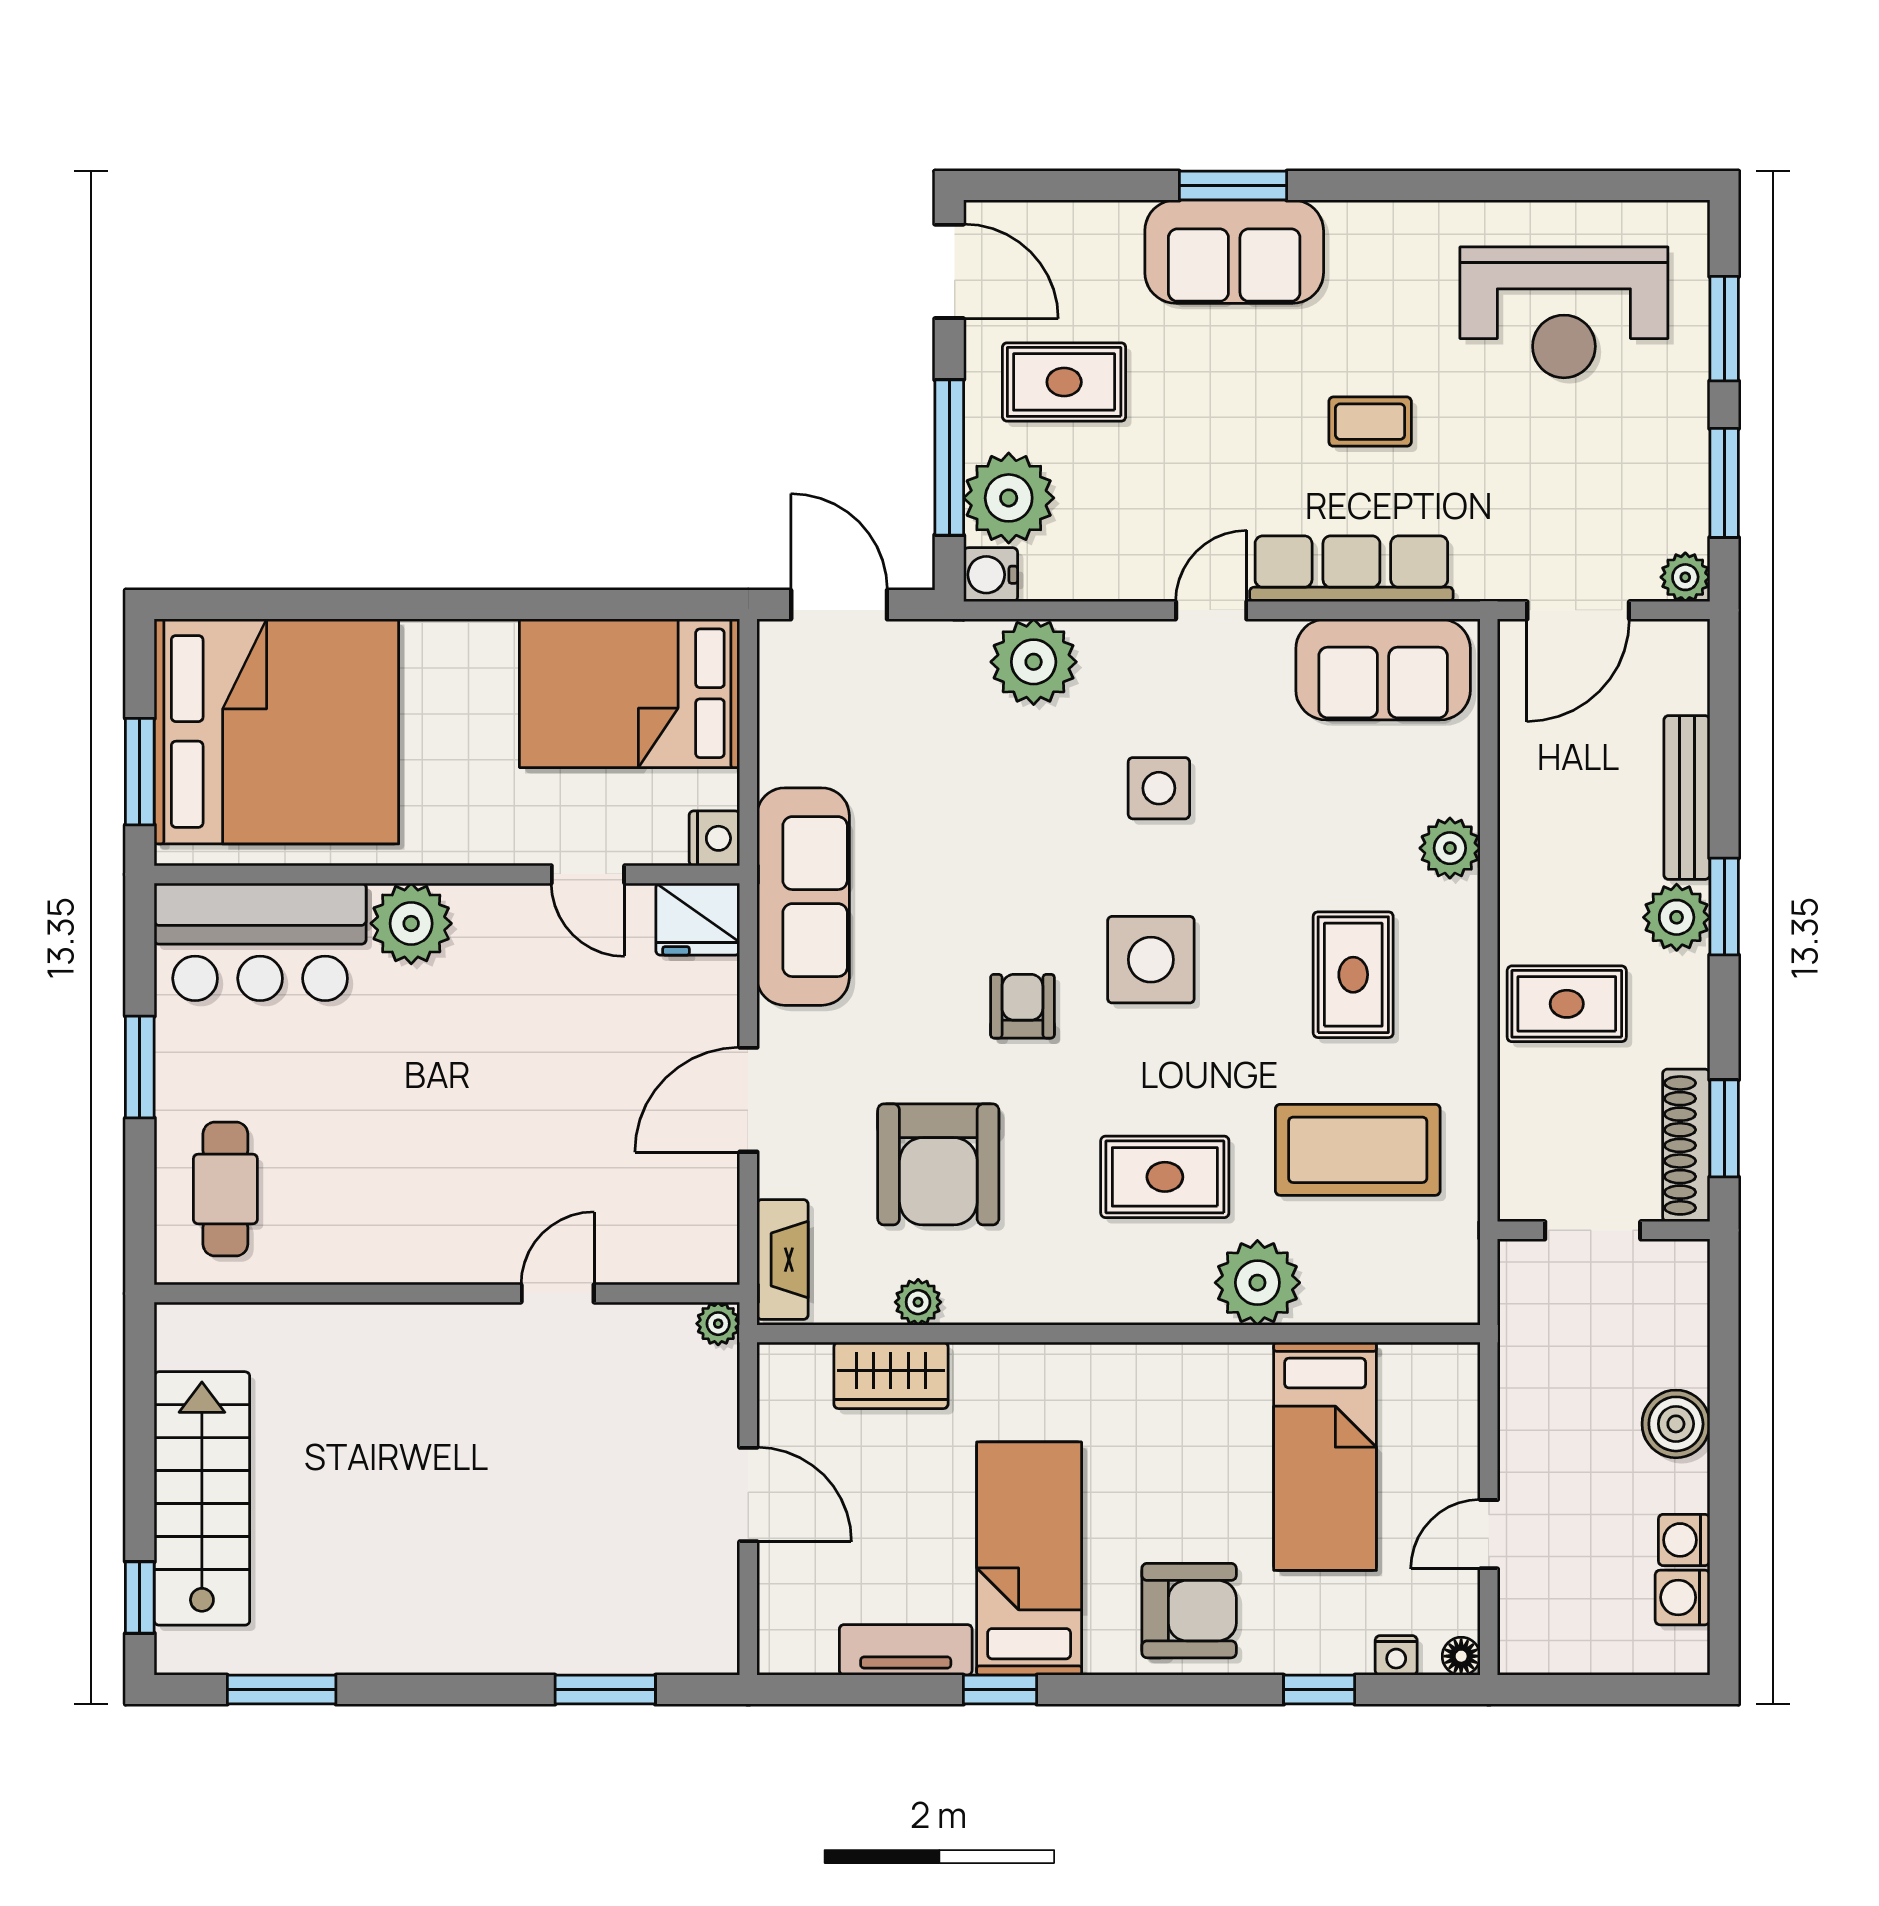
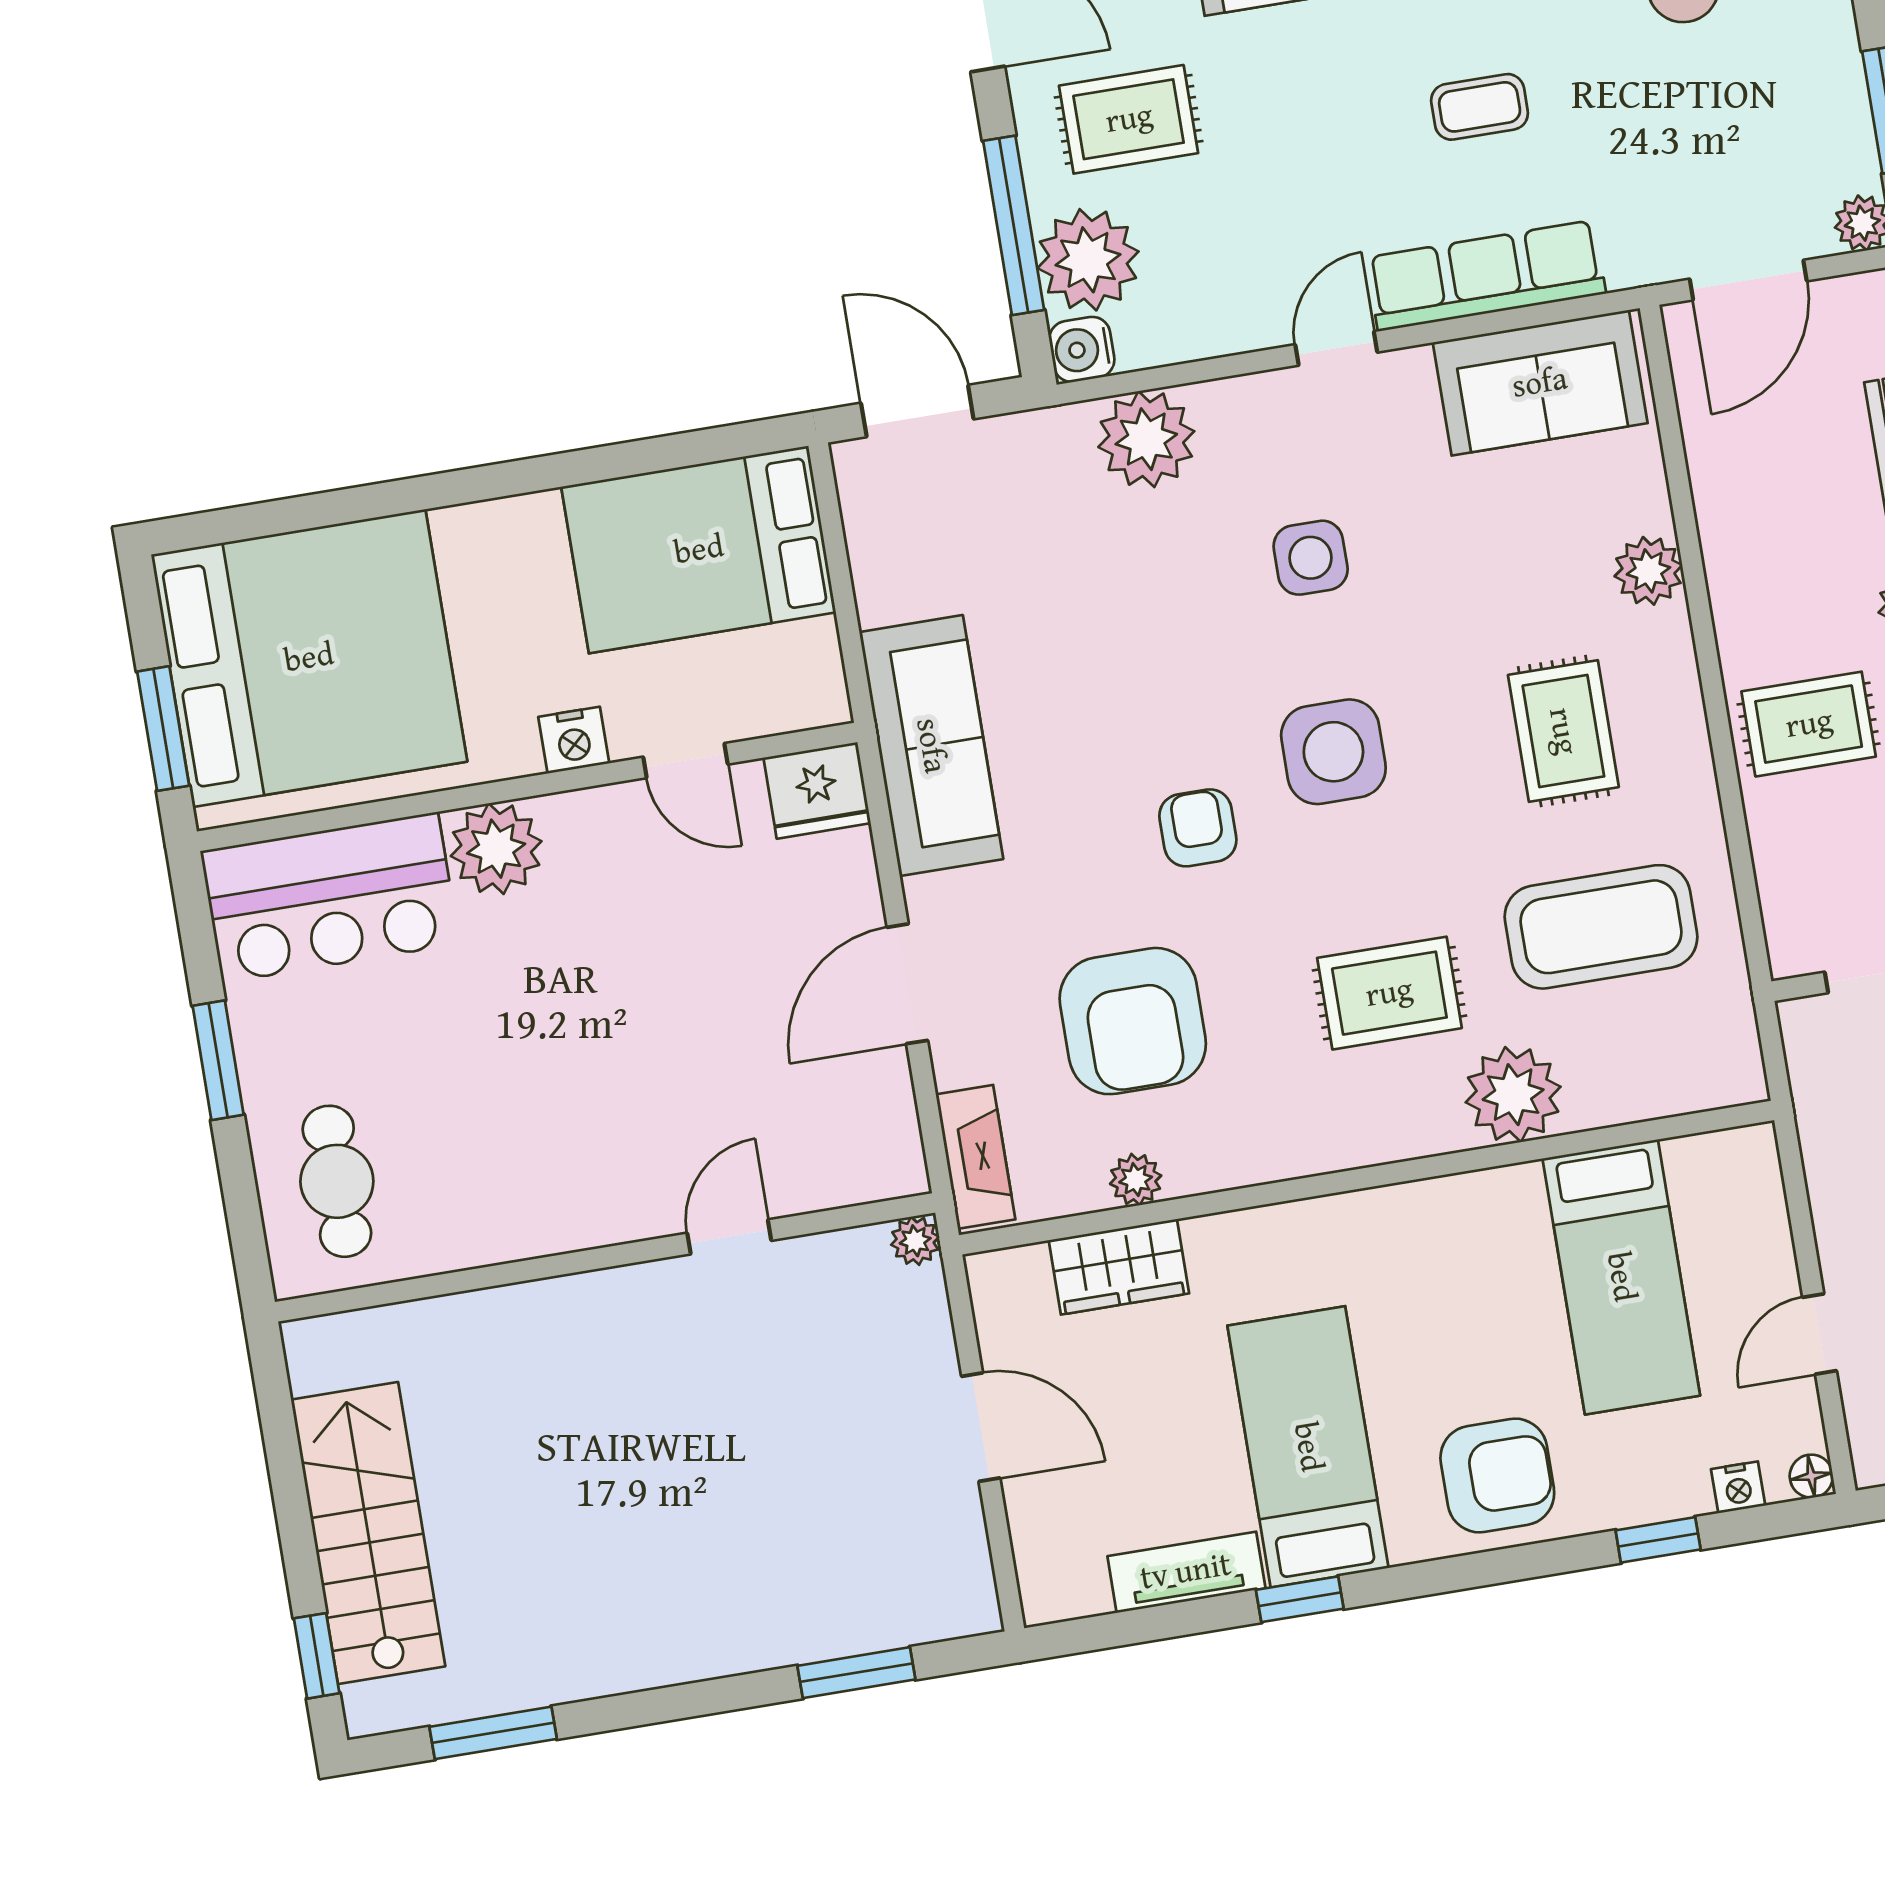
nightstand: (714, 838) -> (574, 740), moved, turned 90

